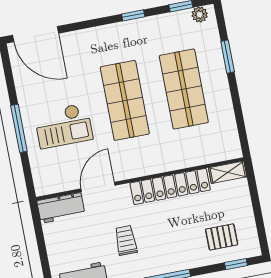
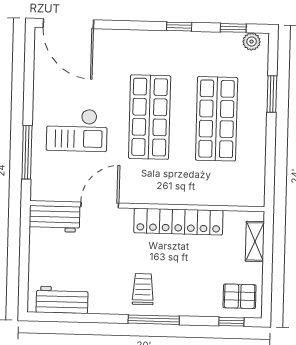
window: (19, 128) -> (27, 152), moved
shelving: (228, 172) -> (255, 241), moved, turned 90
pallet: (222, 237) -> (240, 296), moved
trolley: (126, 240) -> (143, 289), moved

